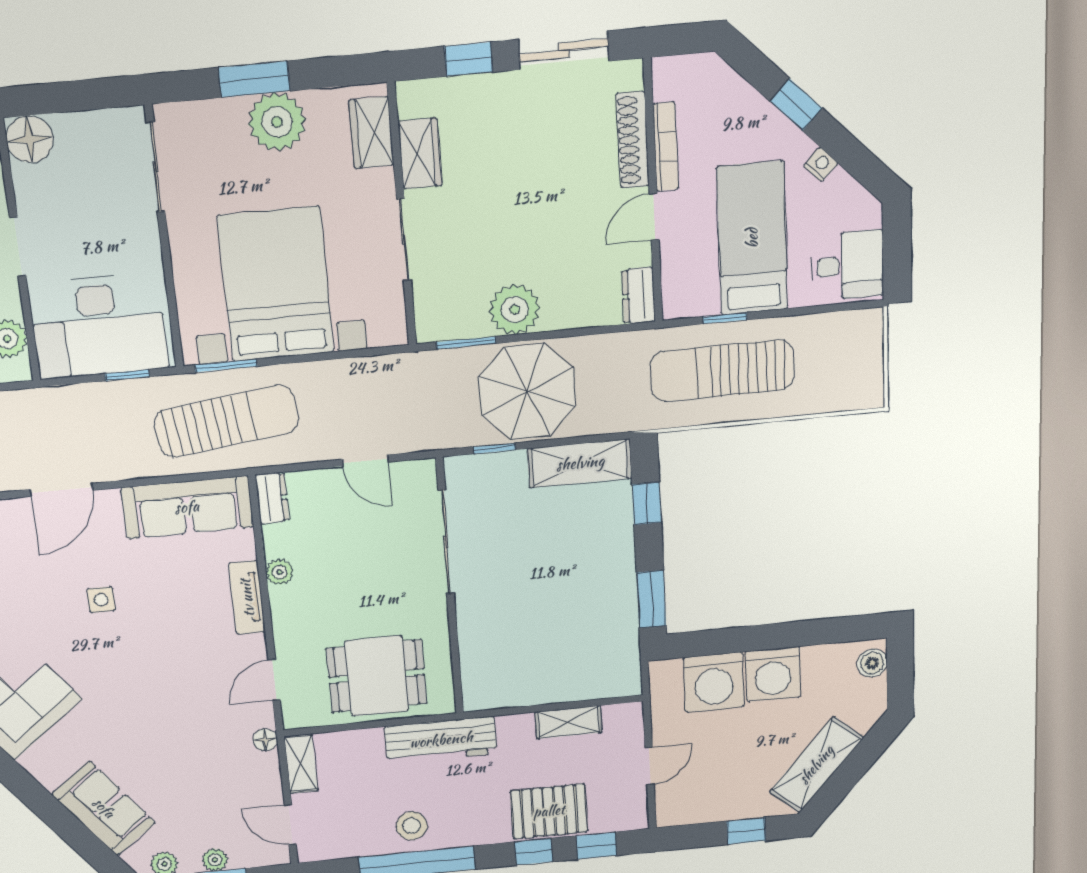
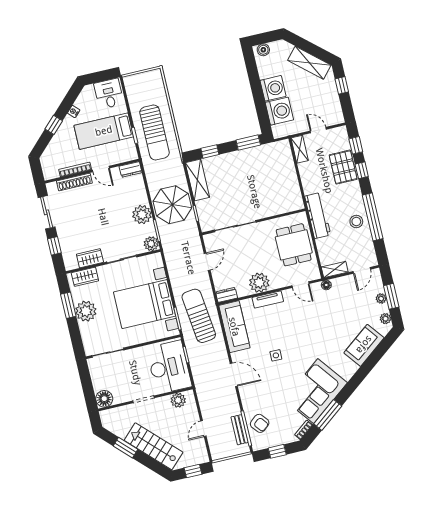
window: (254, 79) -> (68, 305), moved
plant: (434, 323) -> (151, 244), added
plant: (280, 572) -> (259, 283), width x1.87, depth x1.87
shelving: (568, 722) -> (300, 149), moved

